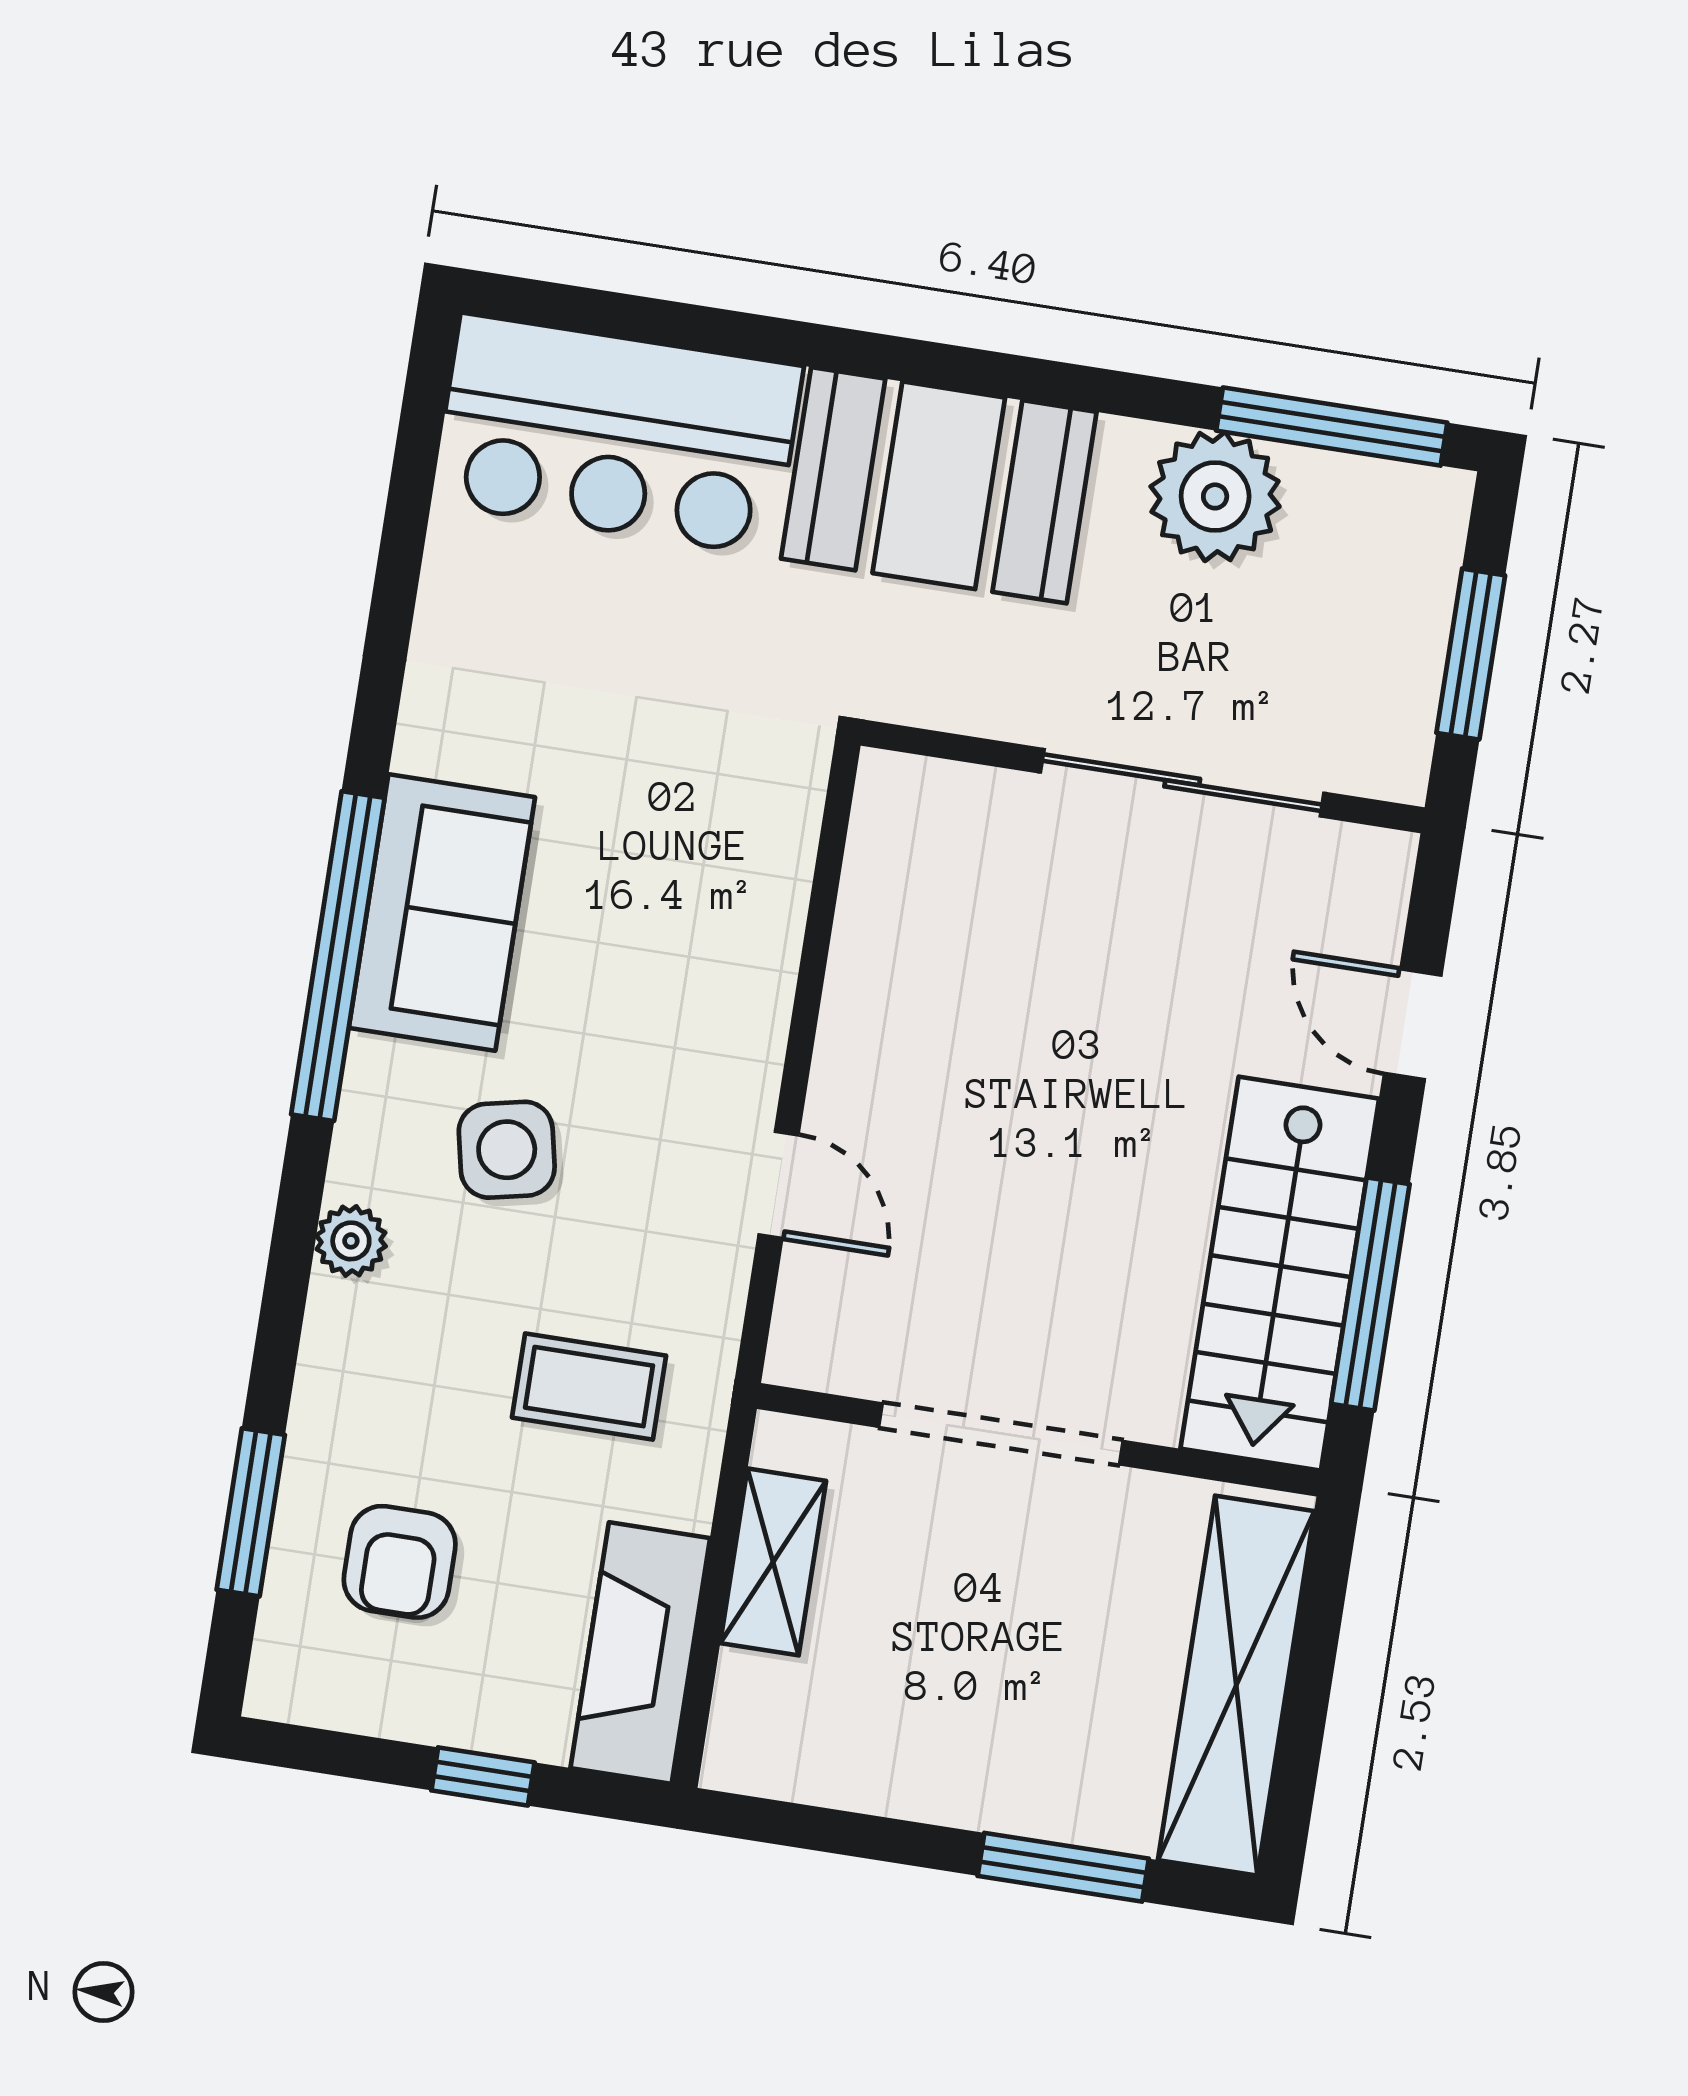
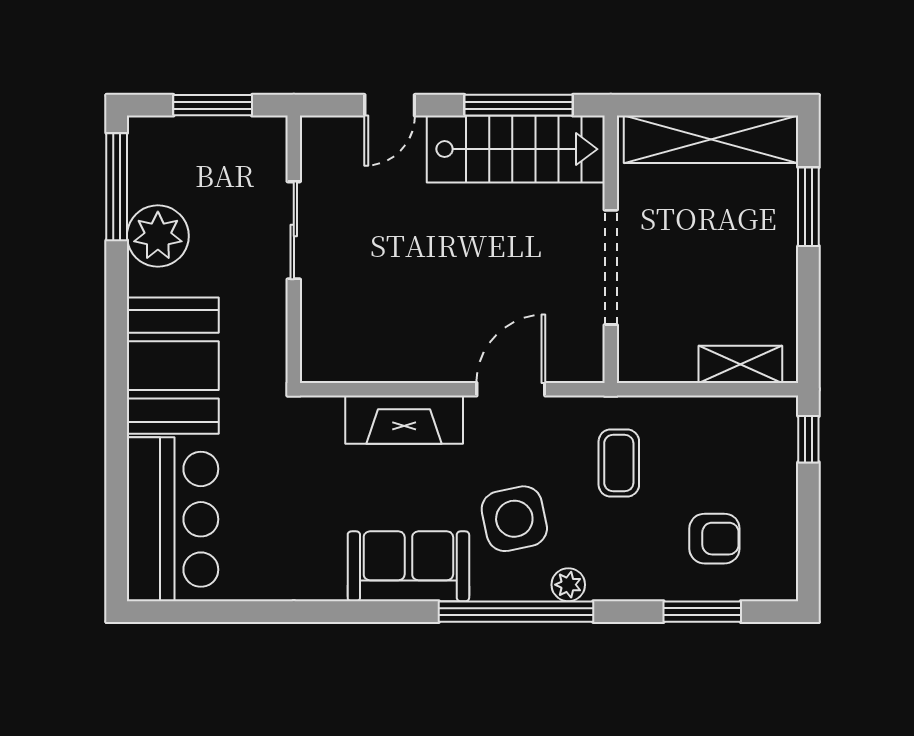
sliding door: (1182, 783) -> (294, 230), width x0.73
window: (338, 956) -> (516, 612), moved
side table: (507, 1150) -> (514, 519), width x1.37, depth x1.37
door: (779, 1185) -> (511, 389), width x1.38
shelving: (773, 1562) -> (740, 364), moved
fireplace: (640, 1653) -> (404, 420), moved
window: (483, 1776) -> (808, 439), moved

